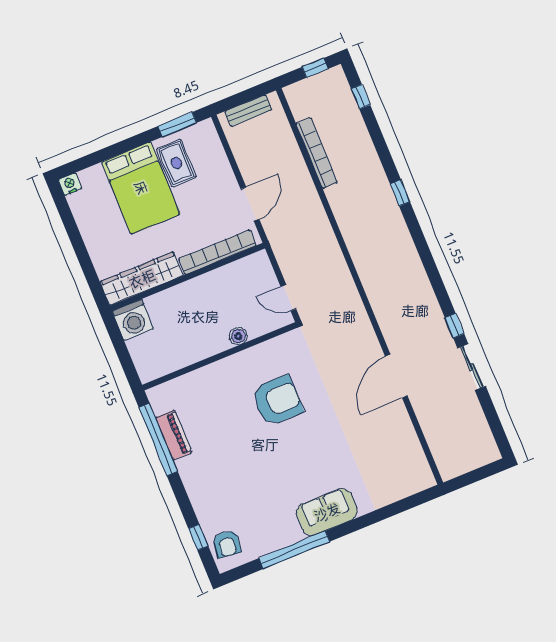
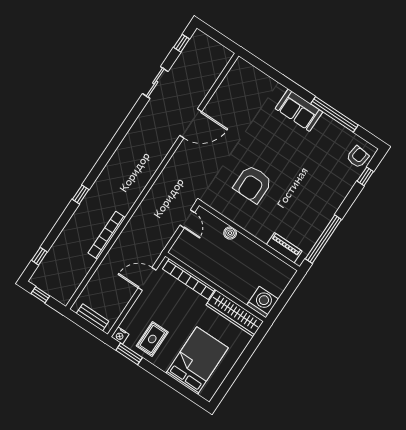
bookcase: (317, 153) -> (107, 235), moved
nightstand: (70, 184) -> (120, 335), moved
bed: (141, 188) -> (197, 361), moved
window: (455, 326) -> (181, 43), moved
armchair: (277, 401) -> (253, 184), turned -90
piano: (174, 435) -> (284, 248), moved, turned 90

